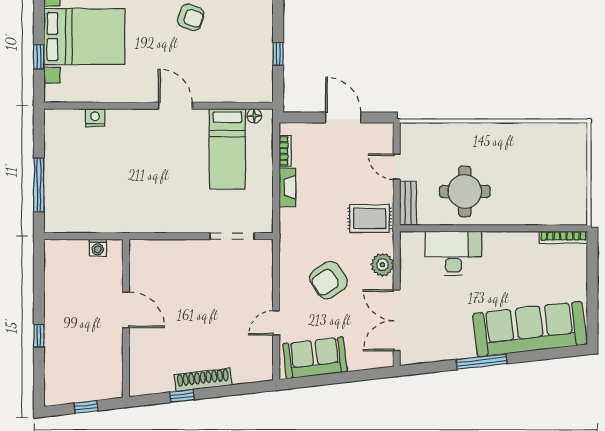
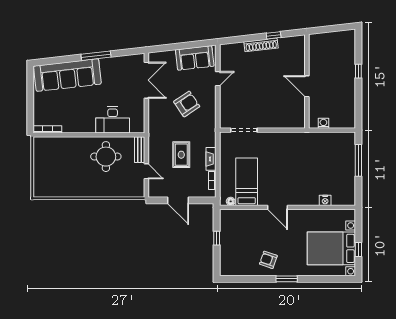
window: (39, 57) -> (358, 250), moved
rug: (370, 219) -> (181, 155), moved, turned 90
plant: (382, 265) -> (155, 113), removed
window: (86, 407) -> (330, 29), removed

